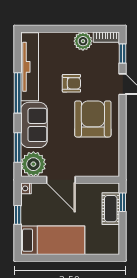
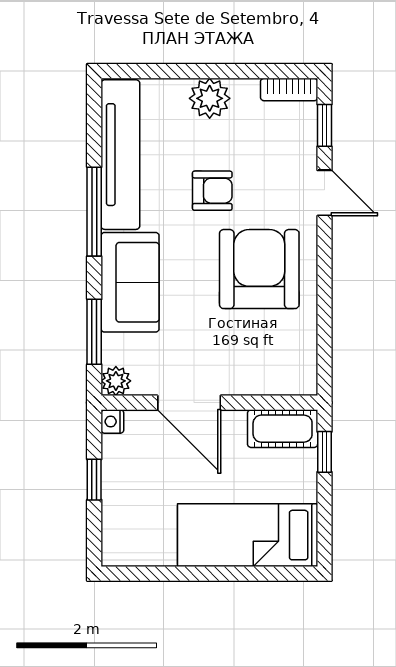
plant: (83, 41) -> (210, 98), moved
plant: (33, 164) -> (116, 381), width x0.53, depth x0.53
cot: (111, 209) -> (283, 429), moved, turned 90
bed: (53, 240) -> (248, 535), moved, turned 180

